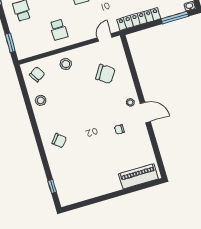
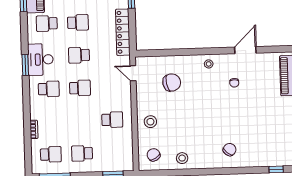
chair: (105, 74) -> (172, 82), turned 45
door: (145, 112) -> (245, 50), moved

